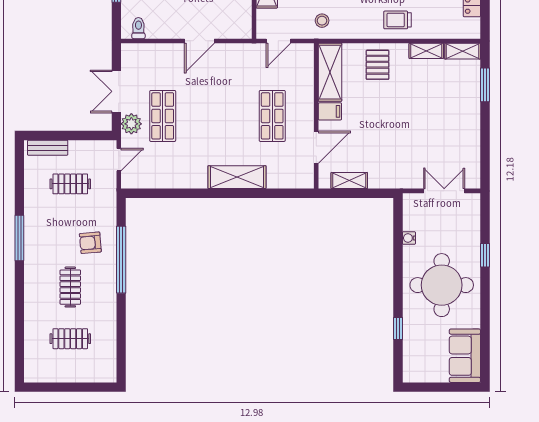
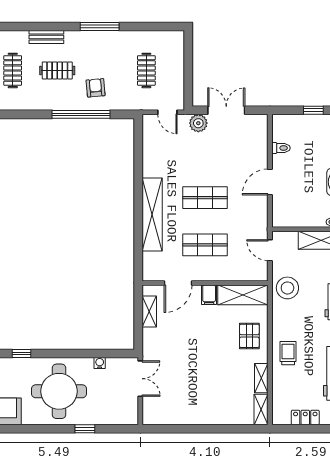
stool: (322, 21) -> (287, 288), width x1.89, depth x1.89
toilet: (138, 28) -> (281, 148), moved
door: (199, 41) -> (270, 182), hinge flipped
pallet: (378, 65) -> (249, 336), turned 90
window: (485, 85) -> (232, 429), removed
shop shelf: (163, 116) -> (205, 198), moved
door: (316, 147) -> (178, 283), hinge flipped
bench: (48, 148) -> (46, 37), moved, turned 90
shelving: (237, 177) -> (152, 214), width x1.47
double door: (444, 191) -> (140, 379), moved

